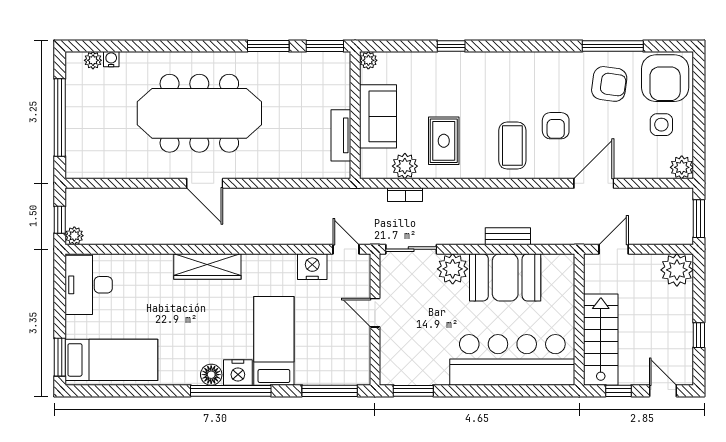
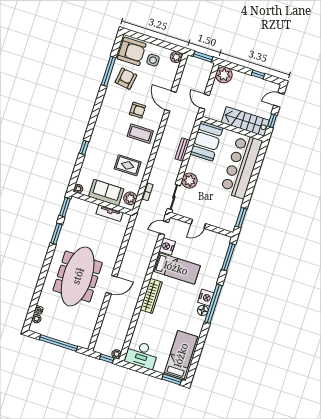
plant: (405, 166) -> (130, 198), moved
booth: (505, 277) -> (207, 141), moved
bed: (274, 341) -> (176, 268), moved, turned 180

